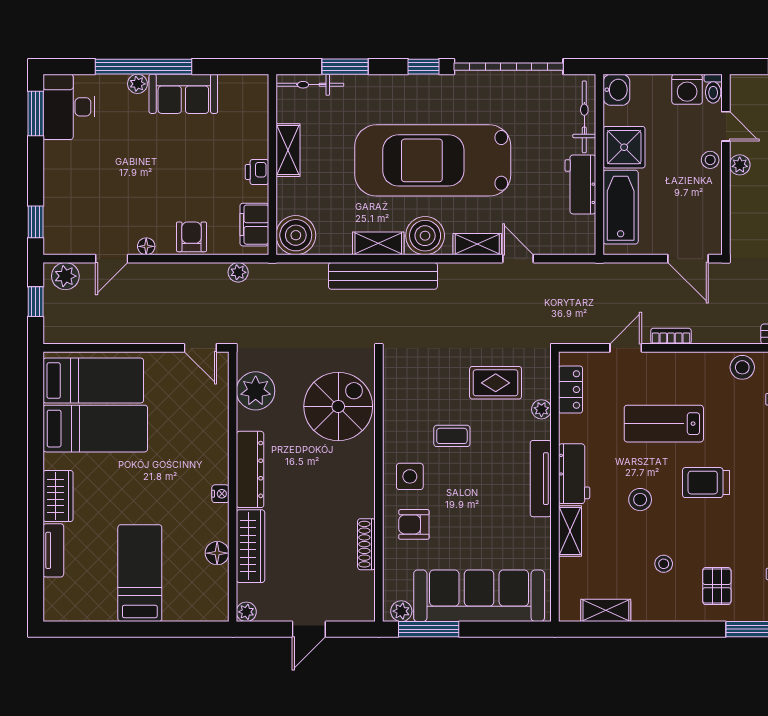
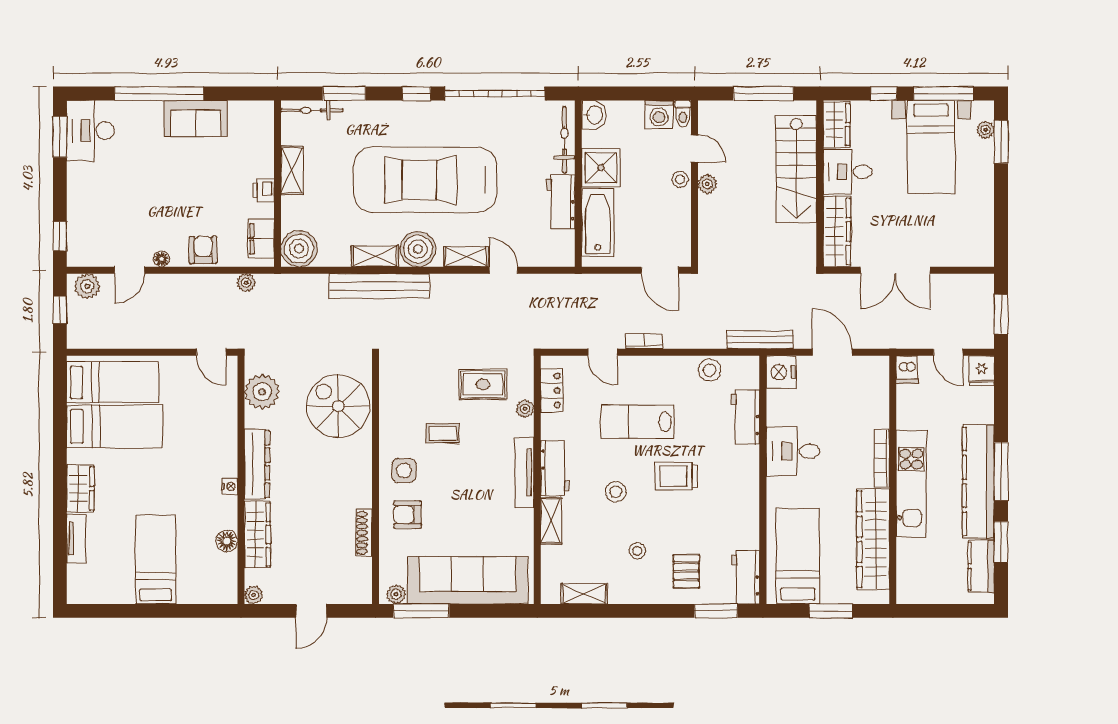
plant: (137, 84) -> (153, 109), removed
door: (626, 348) -> (602, 352), swing flipped
spiral stairs: (338, 406) -> (338, 406), turned -90

